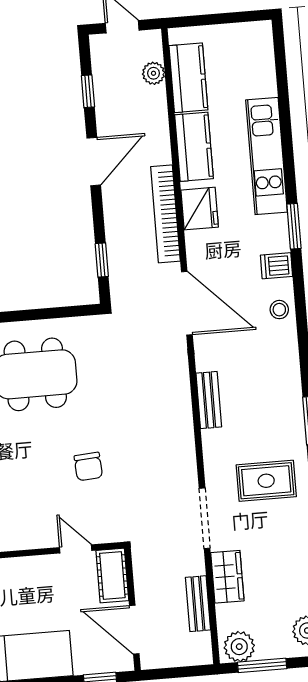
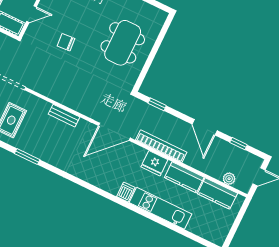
window: (294, 226) -> (121, 202), removed
dishwasher: (277, 266) -> (126, 192), moved
stool: (279, 310) -> (86, 173), removed

